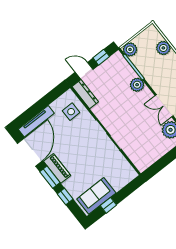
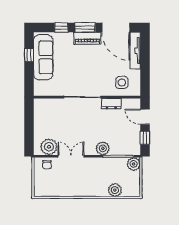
door: (84, 71) -> (145, 117), swing flipped
dresser: (85, 94) -> (111, 104), moved, width x0.70
sofa: (96, 196) -> (43, 57), width x1.36

